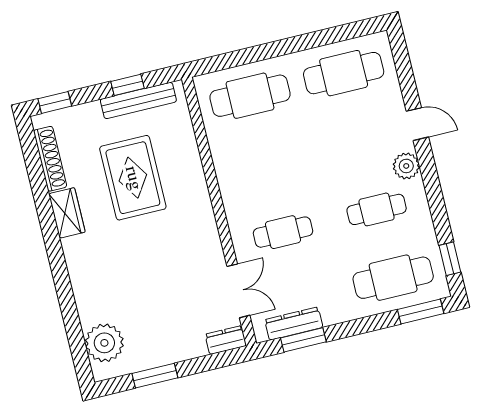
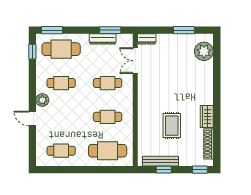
cafe table: (344, 73) -> (61, 151), width x0.73, depth x0.74
cafe table: (266, 164) -> (108, 117), added
rug: (133, 178) -> (172, 126), width x0.73, depth x0.70
dresser: (294, 323) -> (103, 39), moved

